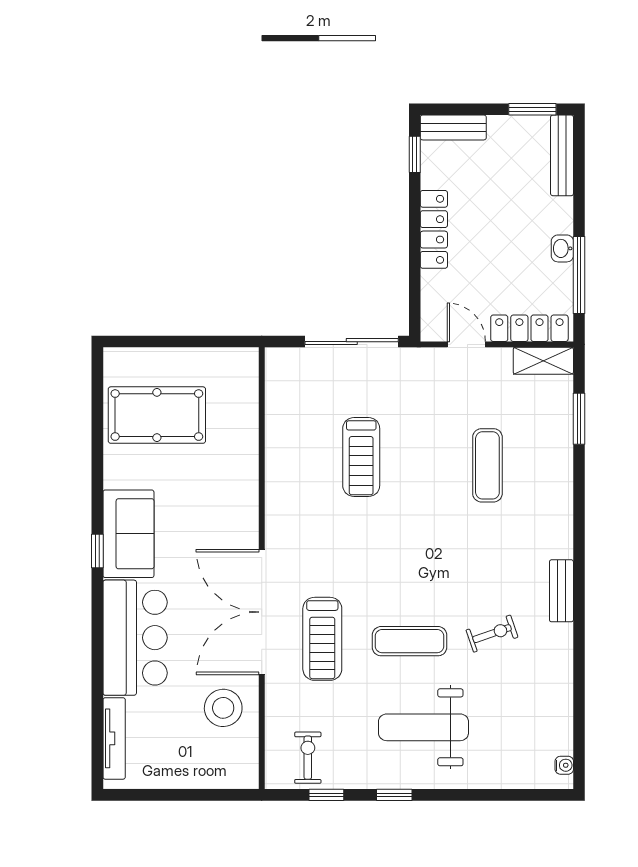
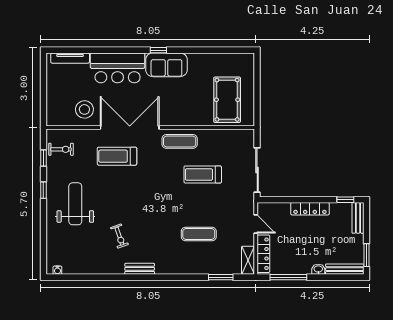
washbasin: (562, 248) -> (318, 269), moved
door: (466, 344) -> (256, 224), hinge flipped
pool table: (157, 415) -> (227, 100), moved
exercise mat: (410, 641) -> (180, 141), moved, turned 90

